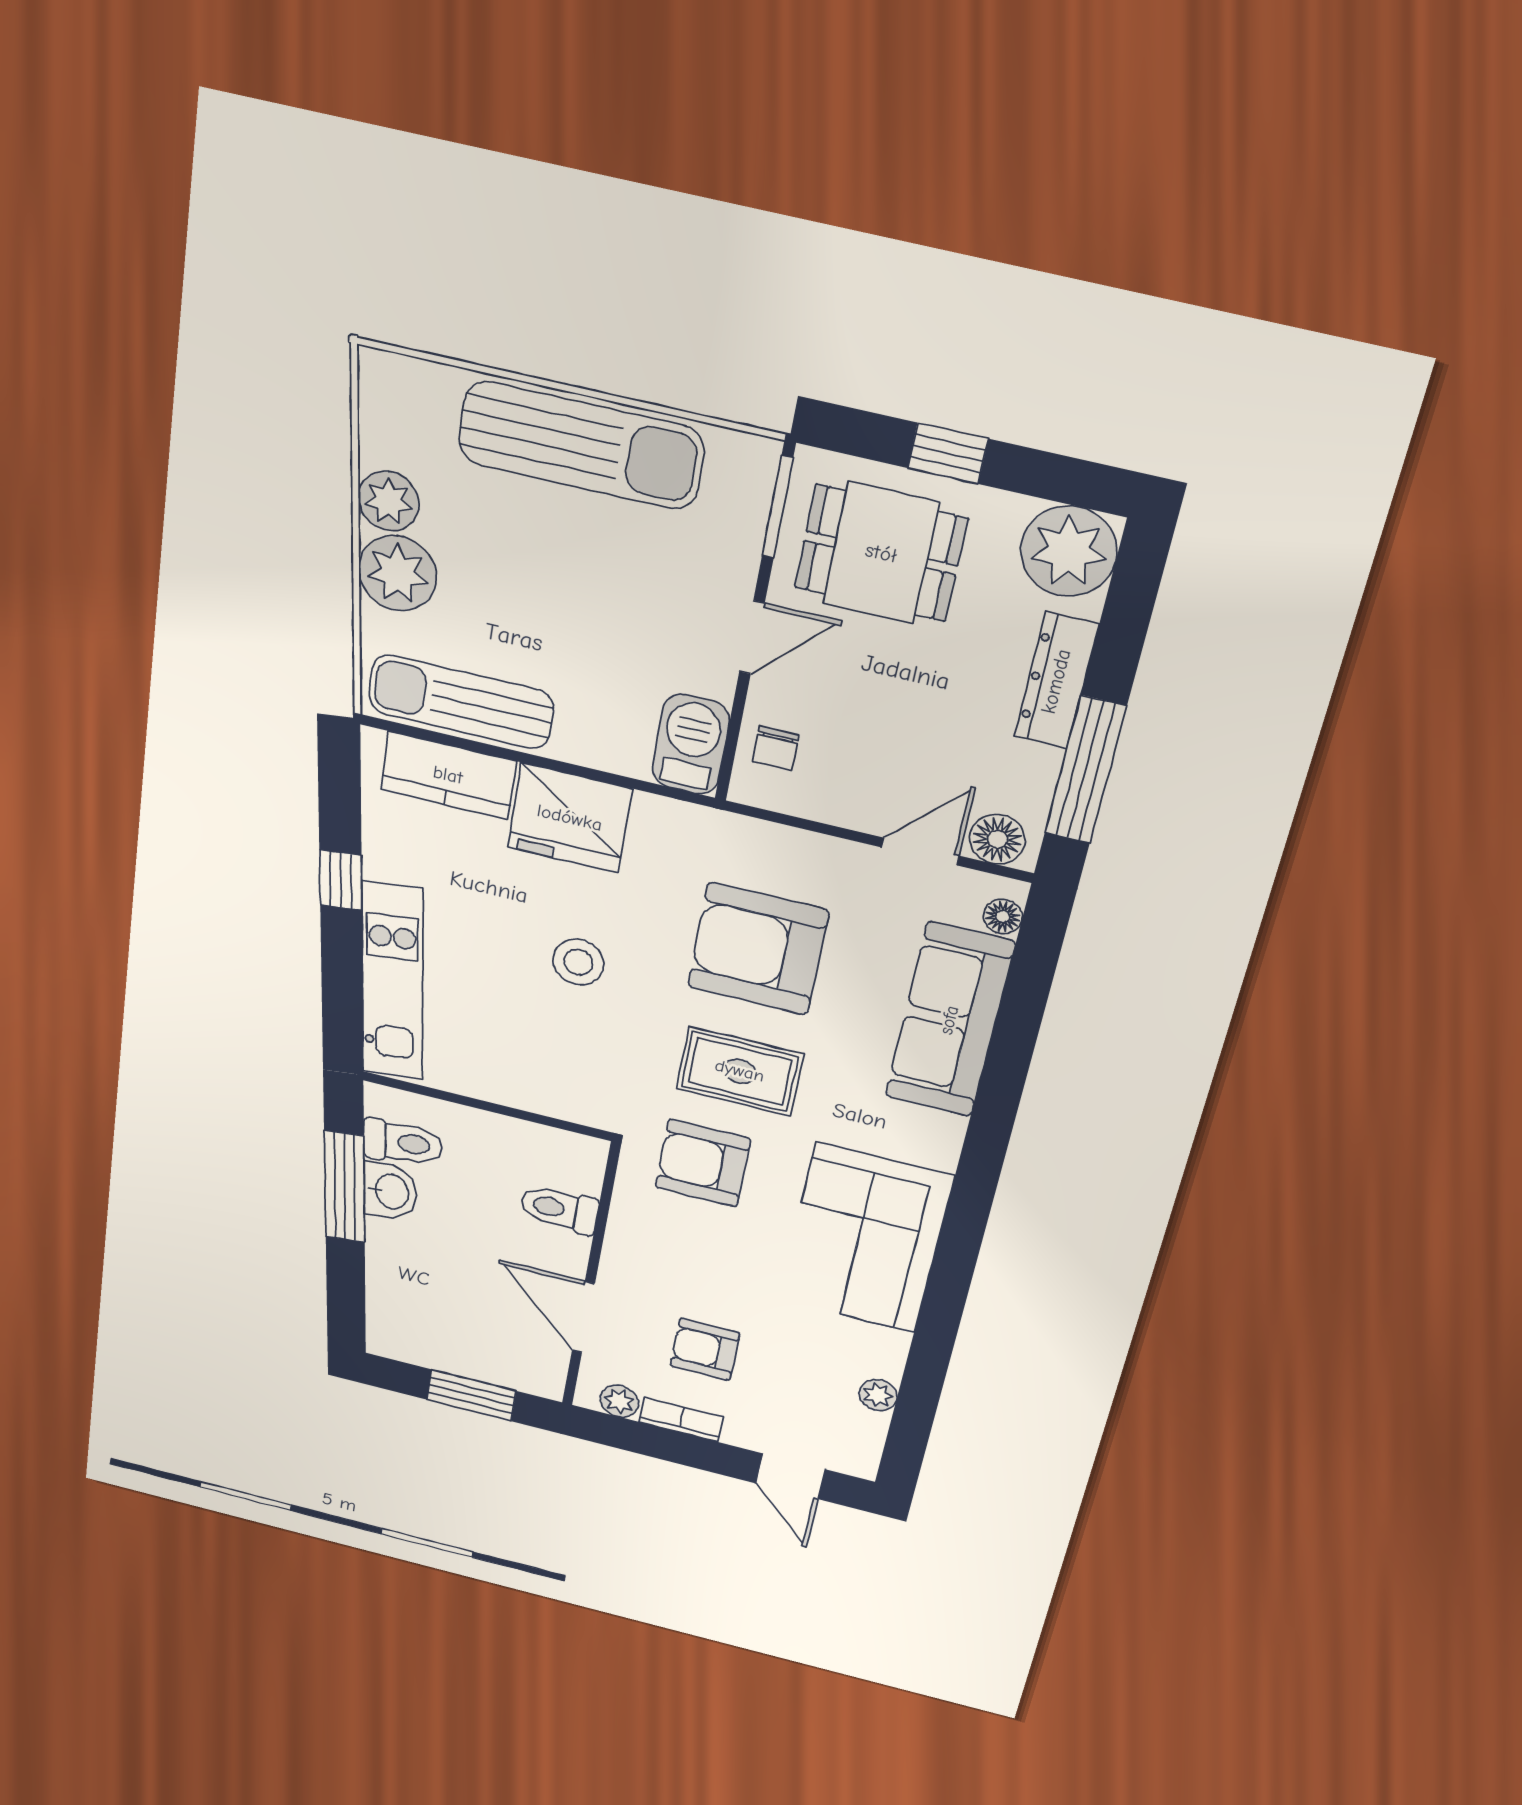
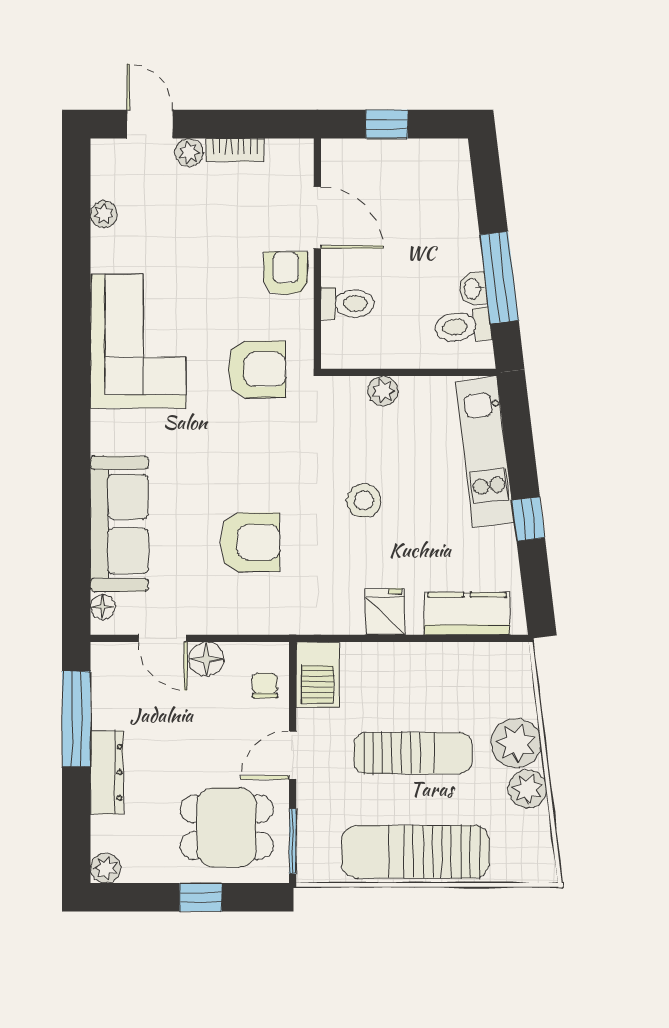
plant: (1069, 551) -> (106, 868), width x0.53, depth x0.53
sun lounger: (461, 702) -> (413, 753), moved
fridge: (570, 818) -> (385, 612), width x0.53, depth x0.75
floor lamp: (997, 839) -> (206, 659), moved
door: (920, 851) -> (163, 638), hinge flipped
armchair: (758, 949) -> (250, 542), width x0.73, depth x0.73
rug: (740, 1071) -> (245, 448), removed
plant: (527, 1093) -> (383, 391), added
washbasin: (390, 1191) -> (473, 289), width x0.72, depth x0.69
armchair: (705, 1349) -> (286, 273), moved, turned -90
window: (471, 1395) -> (387, 124), width x0.67
plant: (619, 1401) -> (189, 152), moved

